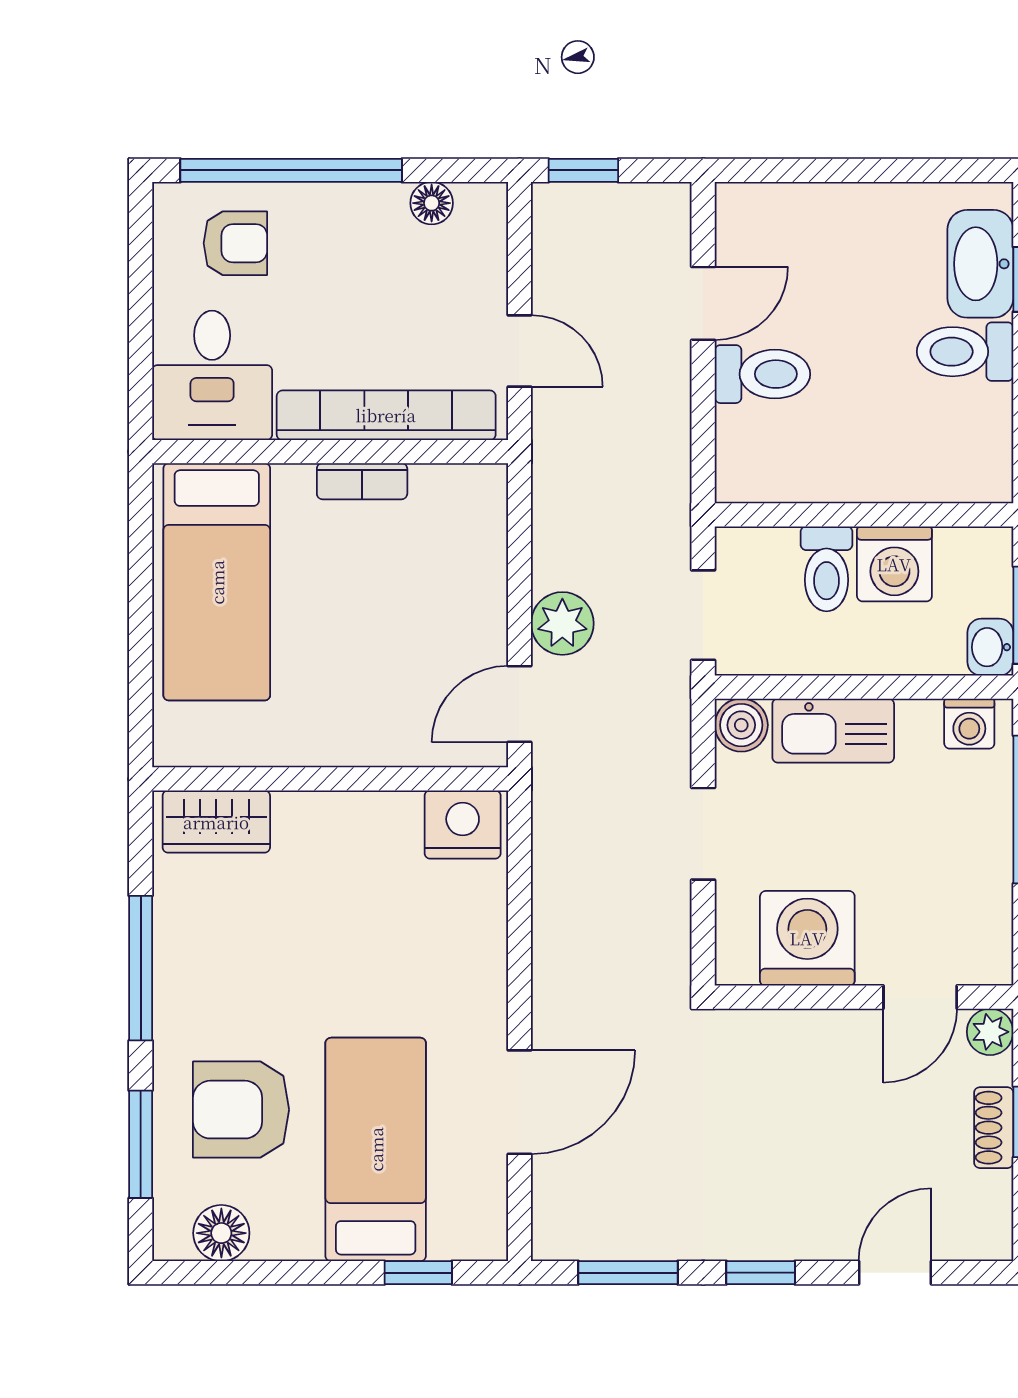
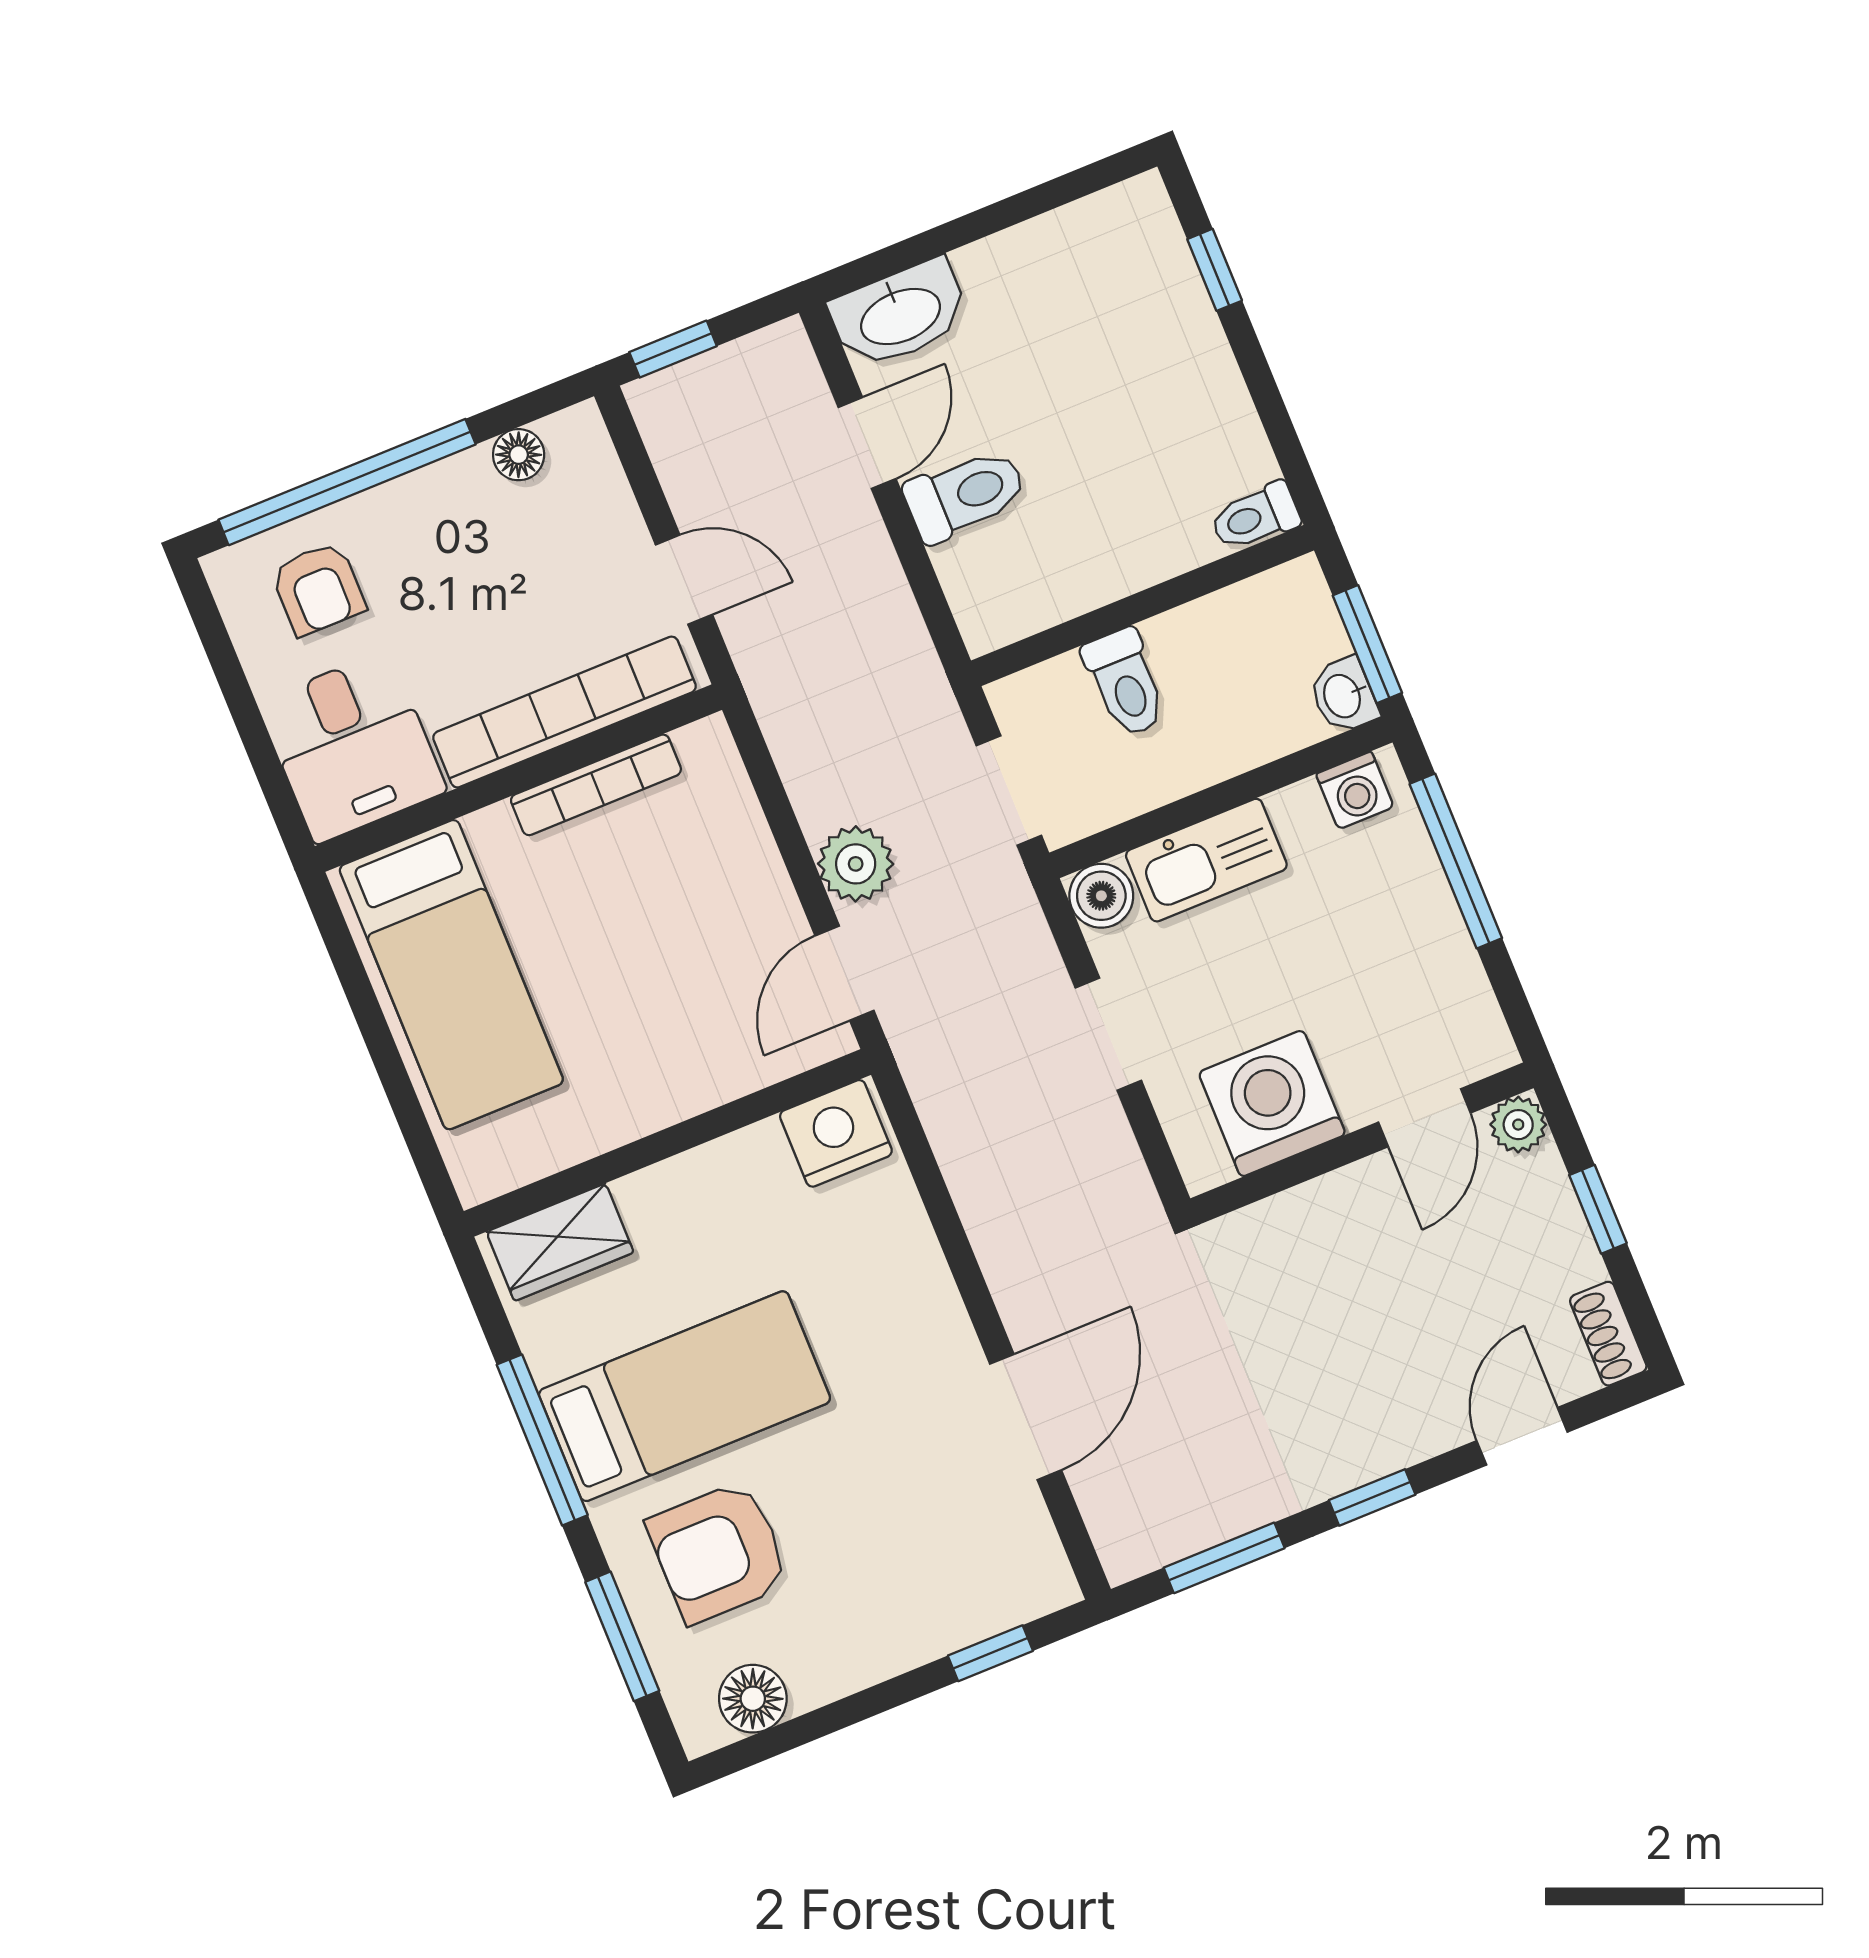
armchair: (235, 243) -> (318, 589), turned 90
washbasin: (980, 264) -> (900, 314), moved, turned -90
toilet: (965, 352) -> (1255, 517), moved, width x0.73, depth x0.72
bookcase: (362, 481) -> (596, 785), width x1.56
washing machine: (894, 564) -> (1199, 646), removed
shoe rack: (994, 1128) -> (1608, 1334), moved
bed: (376, 1149) -> (685, 1396), moved, turned 90

